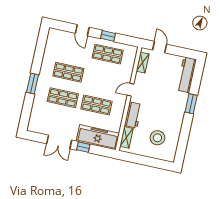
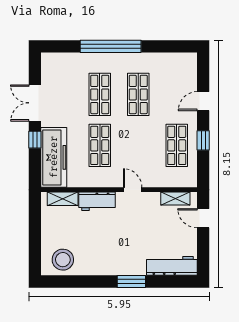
door: (160, 47) -> (203, 218), swing flipped
window: (33, 84) -> (111, 46), width x2.11
stool: (157, 138) -> (63, 260), moved

